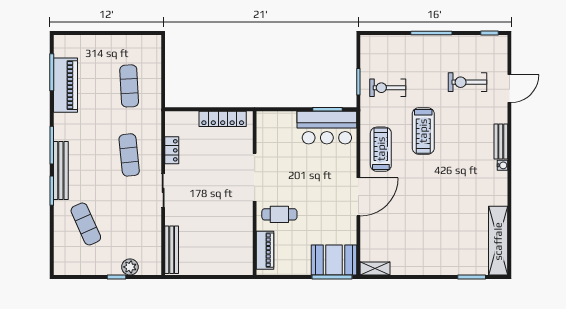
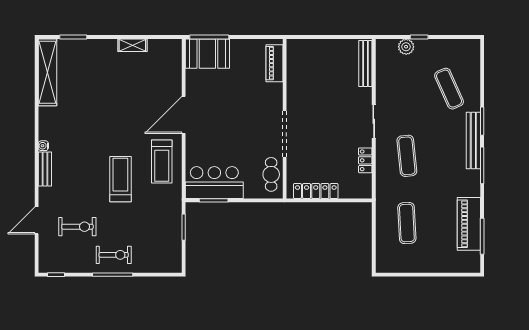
exercise bike: (388, 88) -> (114, 255), moved
cafe table: (279, 214) -> (271, 174), moved, turned 90
shelving: (375, 268) -> (132, 45), moved

